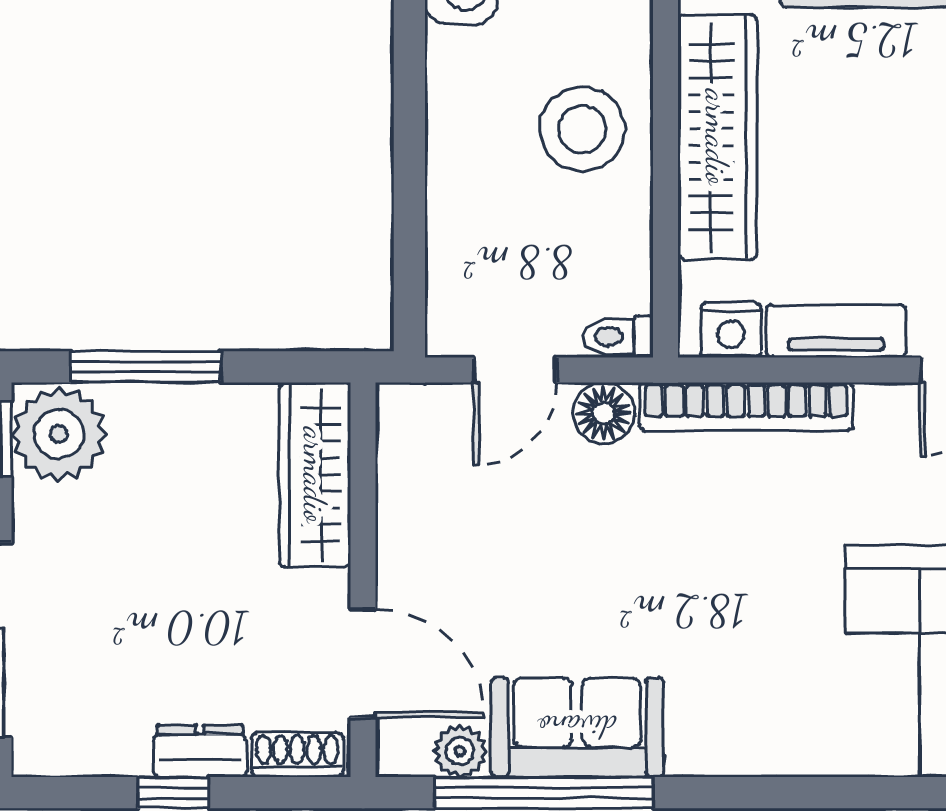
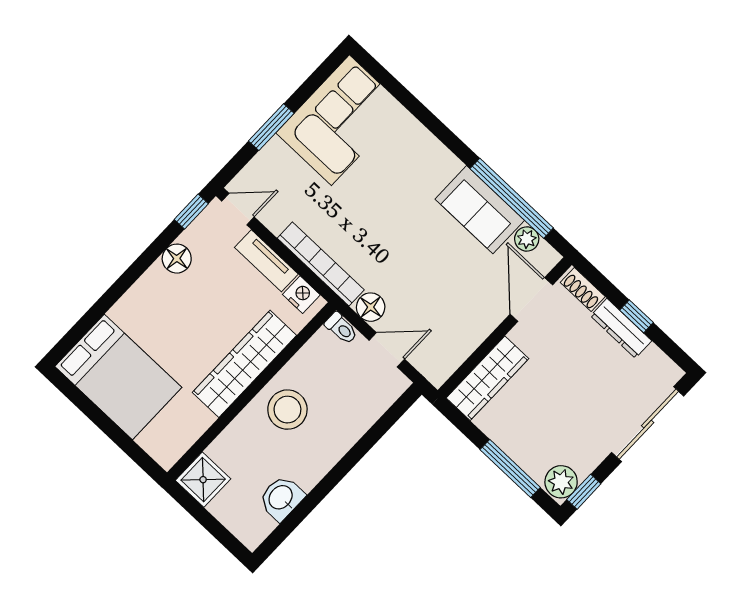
plant: (59, 434) -> (561, 482), width x0.73, depth x0.73
dresser: (200, 751) -> (621, 328), width x1.44

